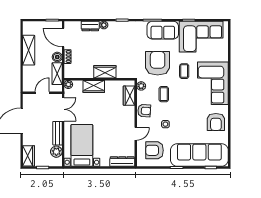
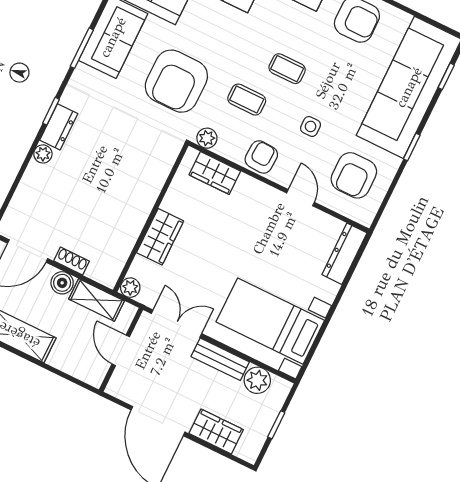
dresser: (90, 26) -> (59, 127), moved
armchair: (158, 63) -> (176, 81), turned -90
coffee table: (184, 71) -> (287, 69), moved
wardrobe: (105, 72) -> (141, 199), removed
wardrobe: (29, 156) -> (216, 432), moved

